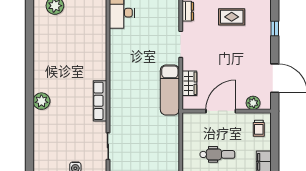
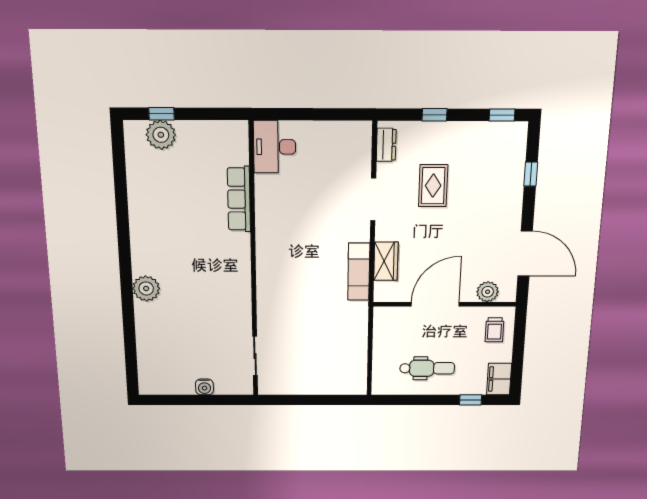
rug: (232, 17) -> (433, 186), moved, turned 90
exam couch: (170, 90) -> (359, 272), width x0.73, depth x0.69
row of seats: (100, 101) -> (239, 199), moved

